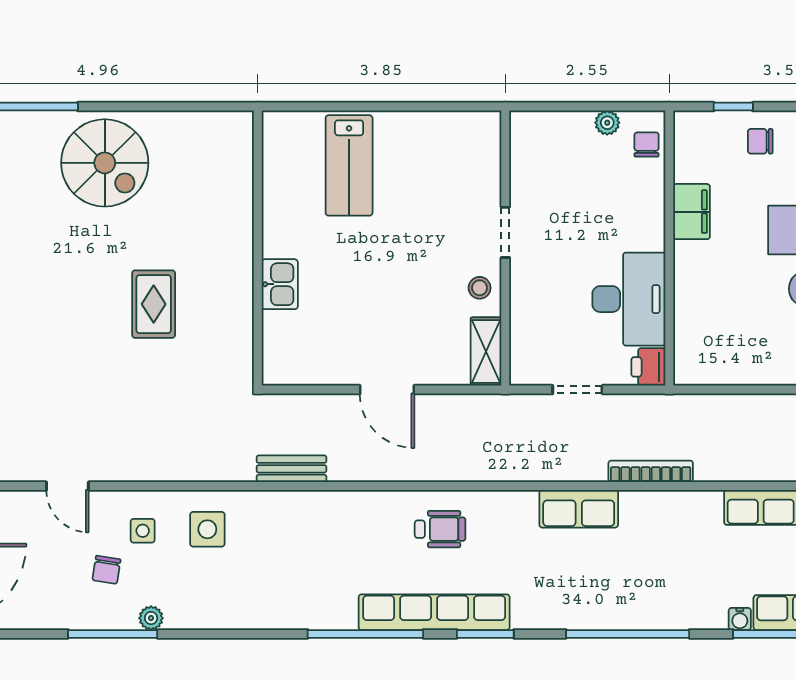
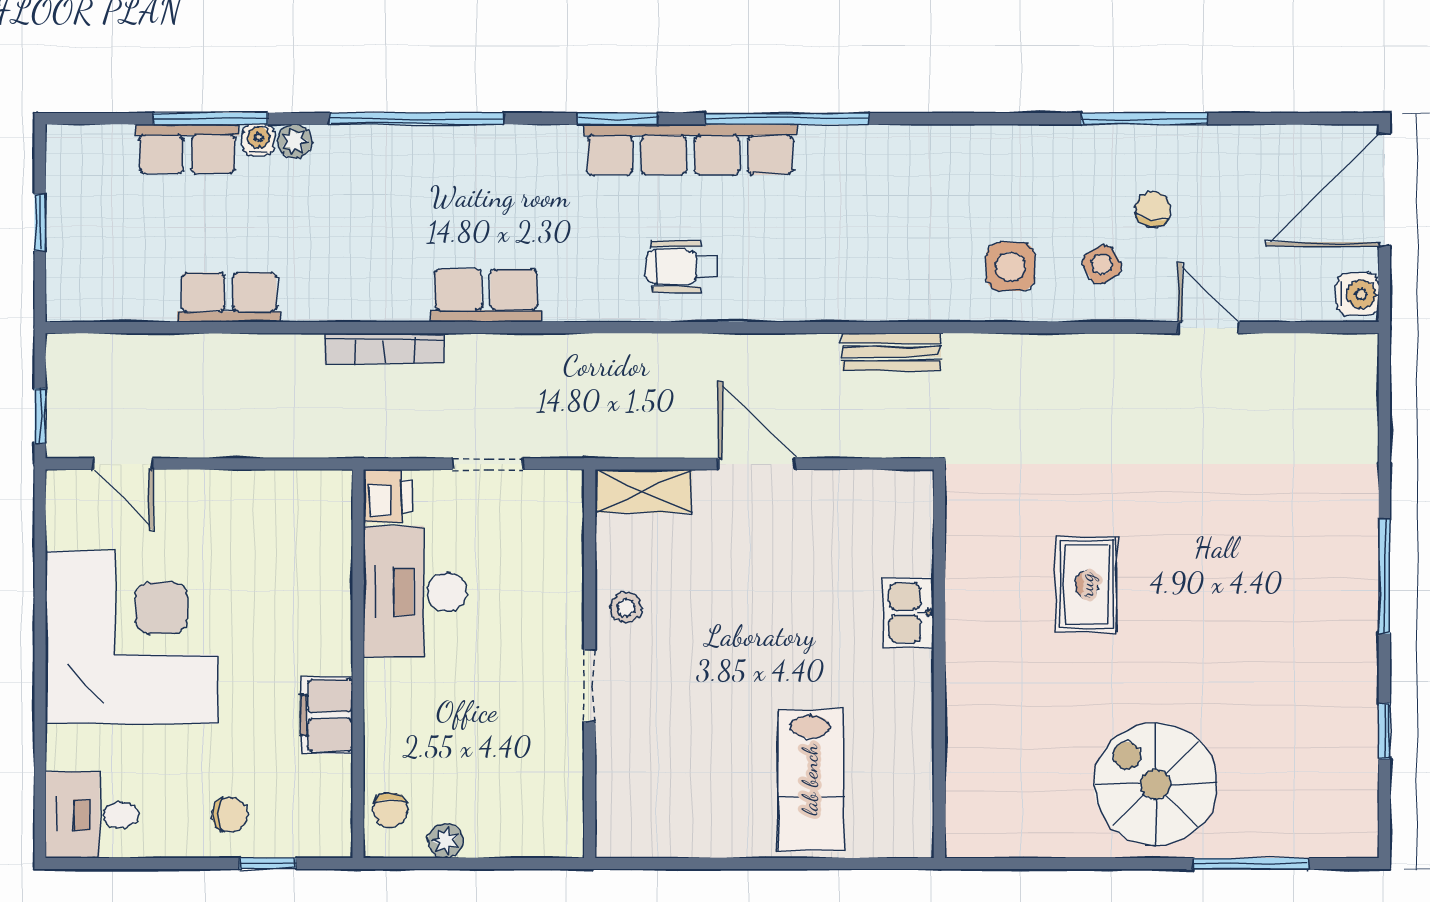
lab bench: (349, 165) -> (810, 780), turned 180
shelving: (486, 352) -> (643, 491), moved, turned 90
side table: (143, 531) -> (1102, 264), turned -31
plant: (151, 618) -> (295, 141), moved

